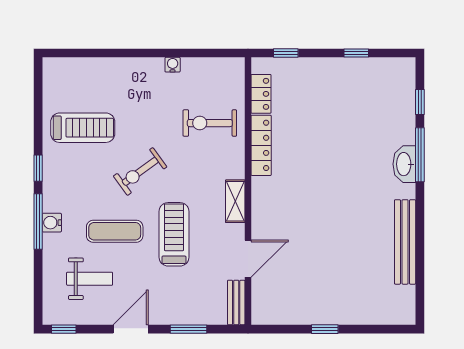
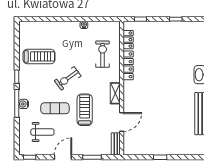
exercise bike: (210, 123) -> (103, 54), turned 90

